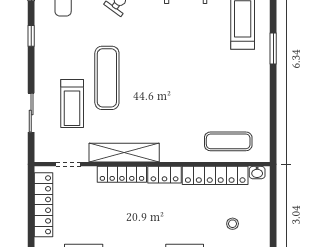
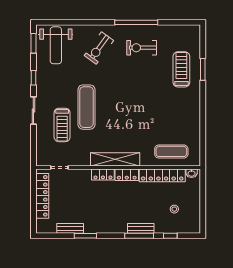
window: (273, 49) -> (203, 69), moved
sliding door: (31, 113) -> (33, 111), moved
shelving: (124, 153) -> (115, 159), moved
locker: (122, 174) -> (103, 175), width x0.66

